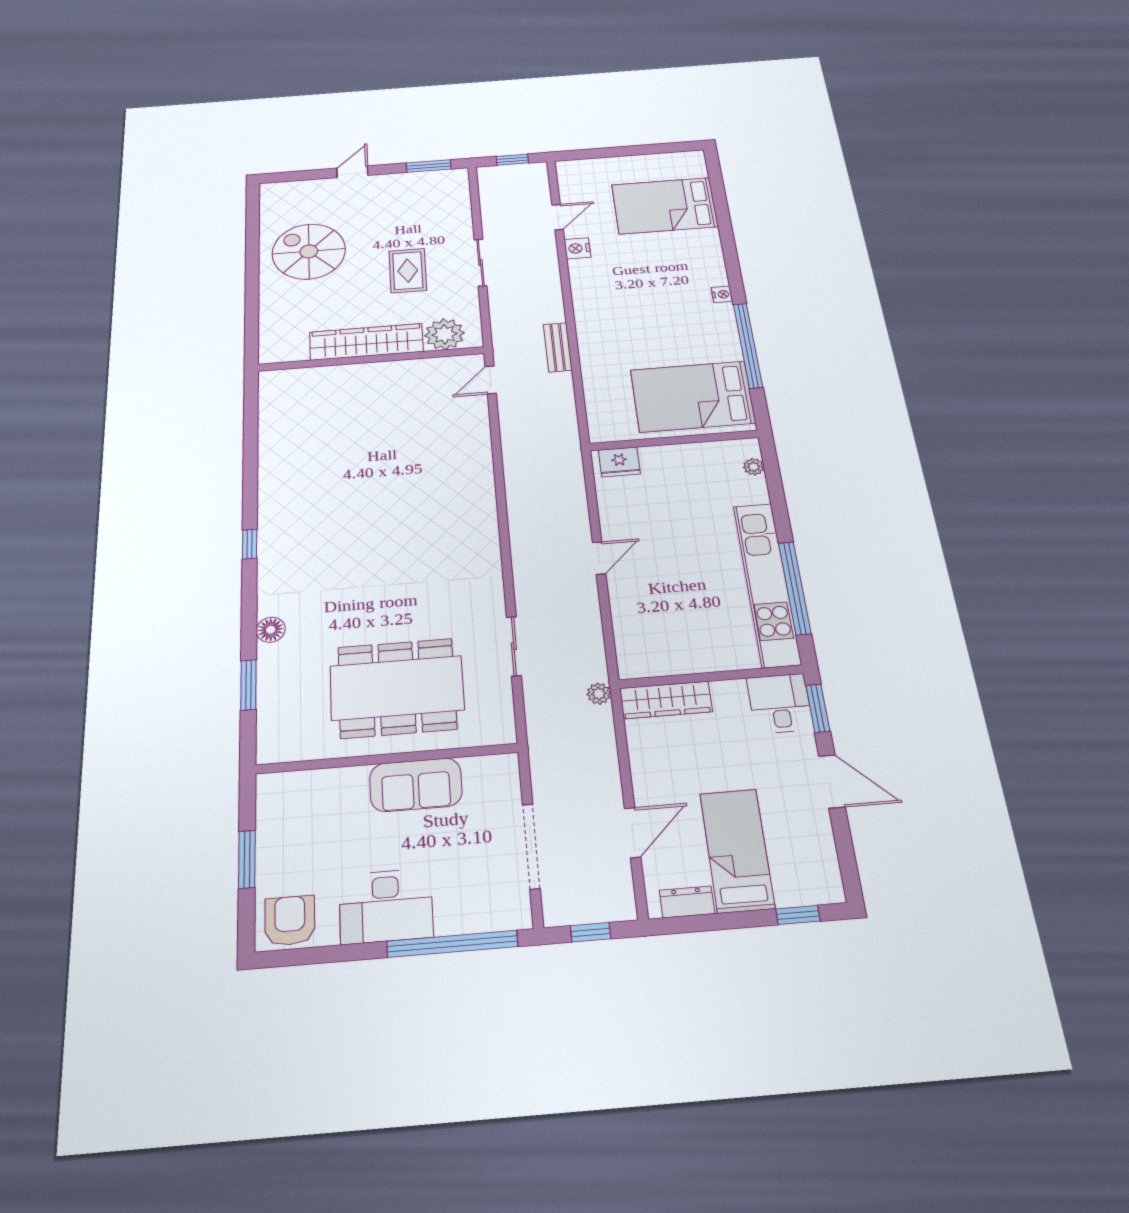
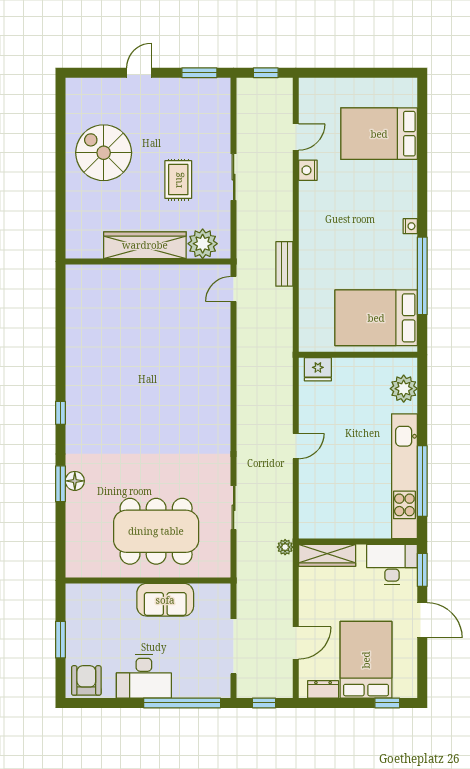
plant: (754, 467) -> (404, 389), width x1.88, depth x1.88
window: (248, 685) -> (60, 484), moved
desk: (780, 703) -> (392, 564), width x1.37
bed: (737, 850) -> (366, 660), width x1.50

